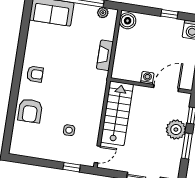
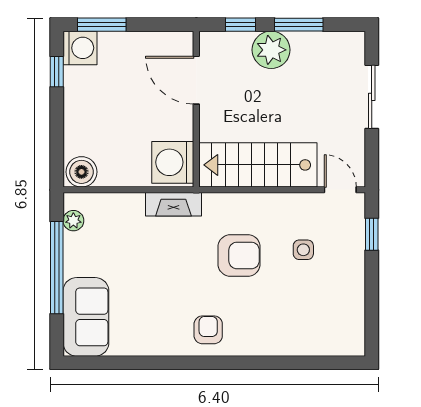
window: (169, 14) -> (57, 72), moved
fireplace: (105, 55) -> (173, 204), moved
washing machine: (147, 78) -> (173, 162), moved, width x1.89, depth x1.89
armchair: (30, 111) -> (239, 255), moved

